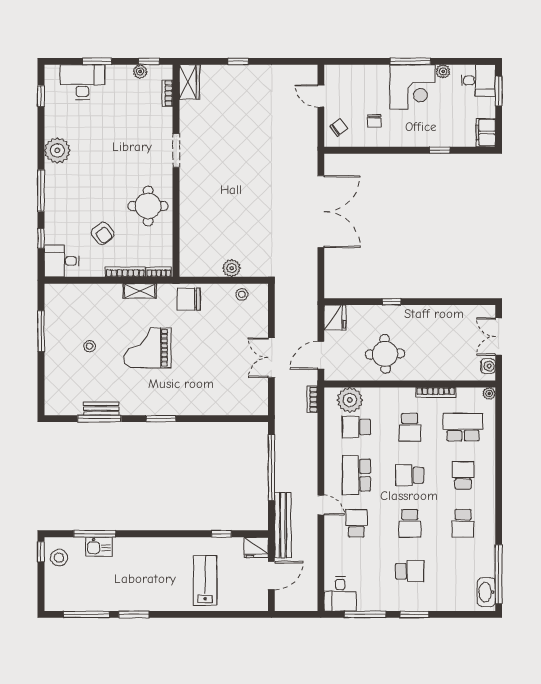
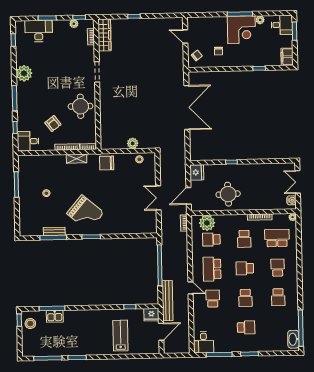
wardrobe: (189, 82) -> (104, 35), width x1.50
grand piano: (148, 348) -> (85, 213), moved, turned -140

